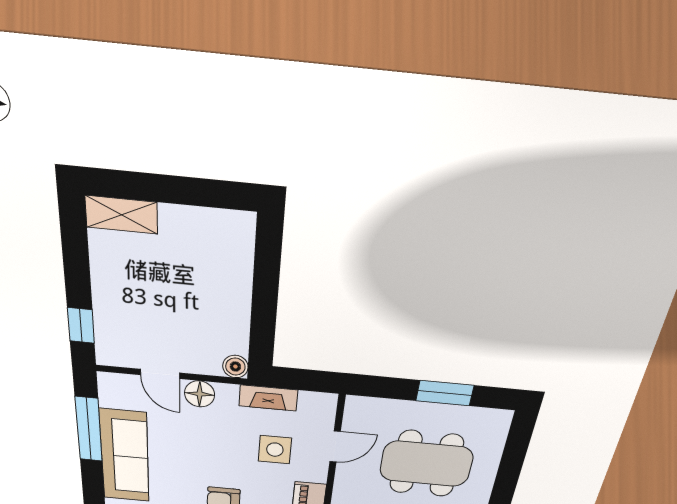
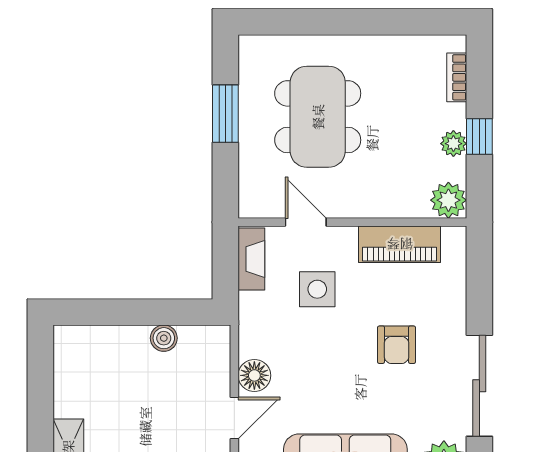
boiler: (235, 367) -> (164, 338), moved
fireplace: (268, 398) -> (251, 259), moved

